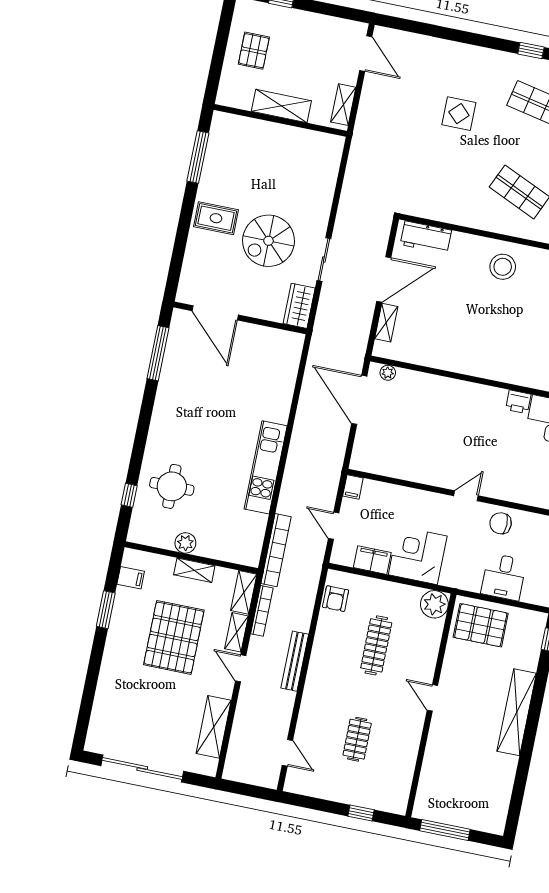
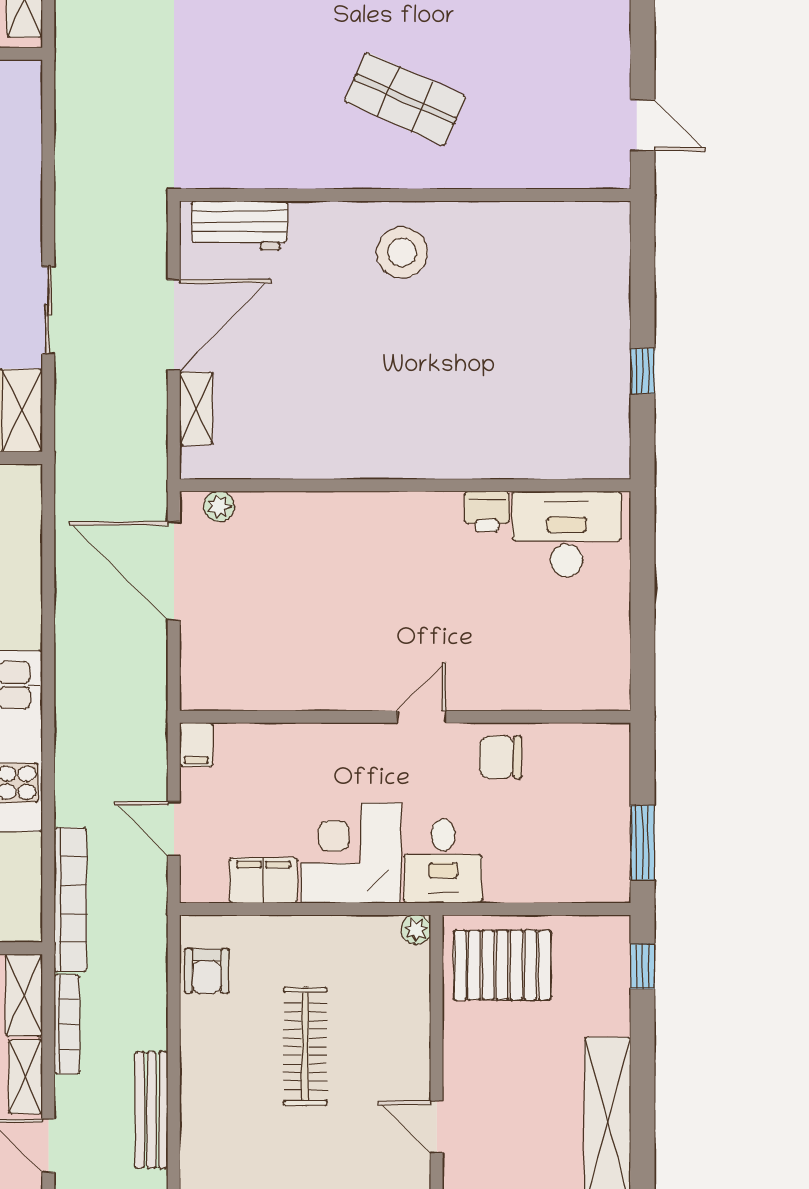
desk: (504, 577) -> (443, 861), moved
plant: (434, 604) -> (416, 930), width x0.53, depth x0.53

